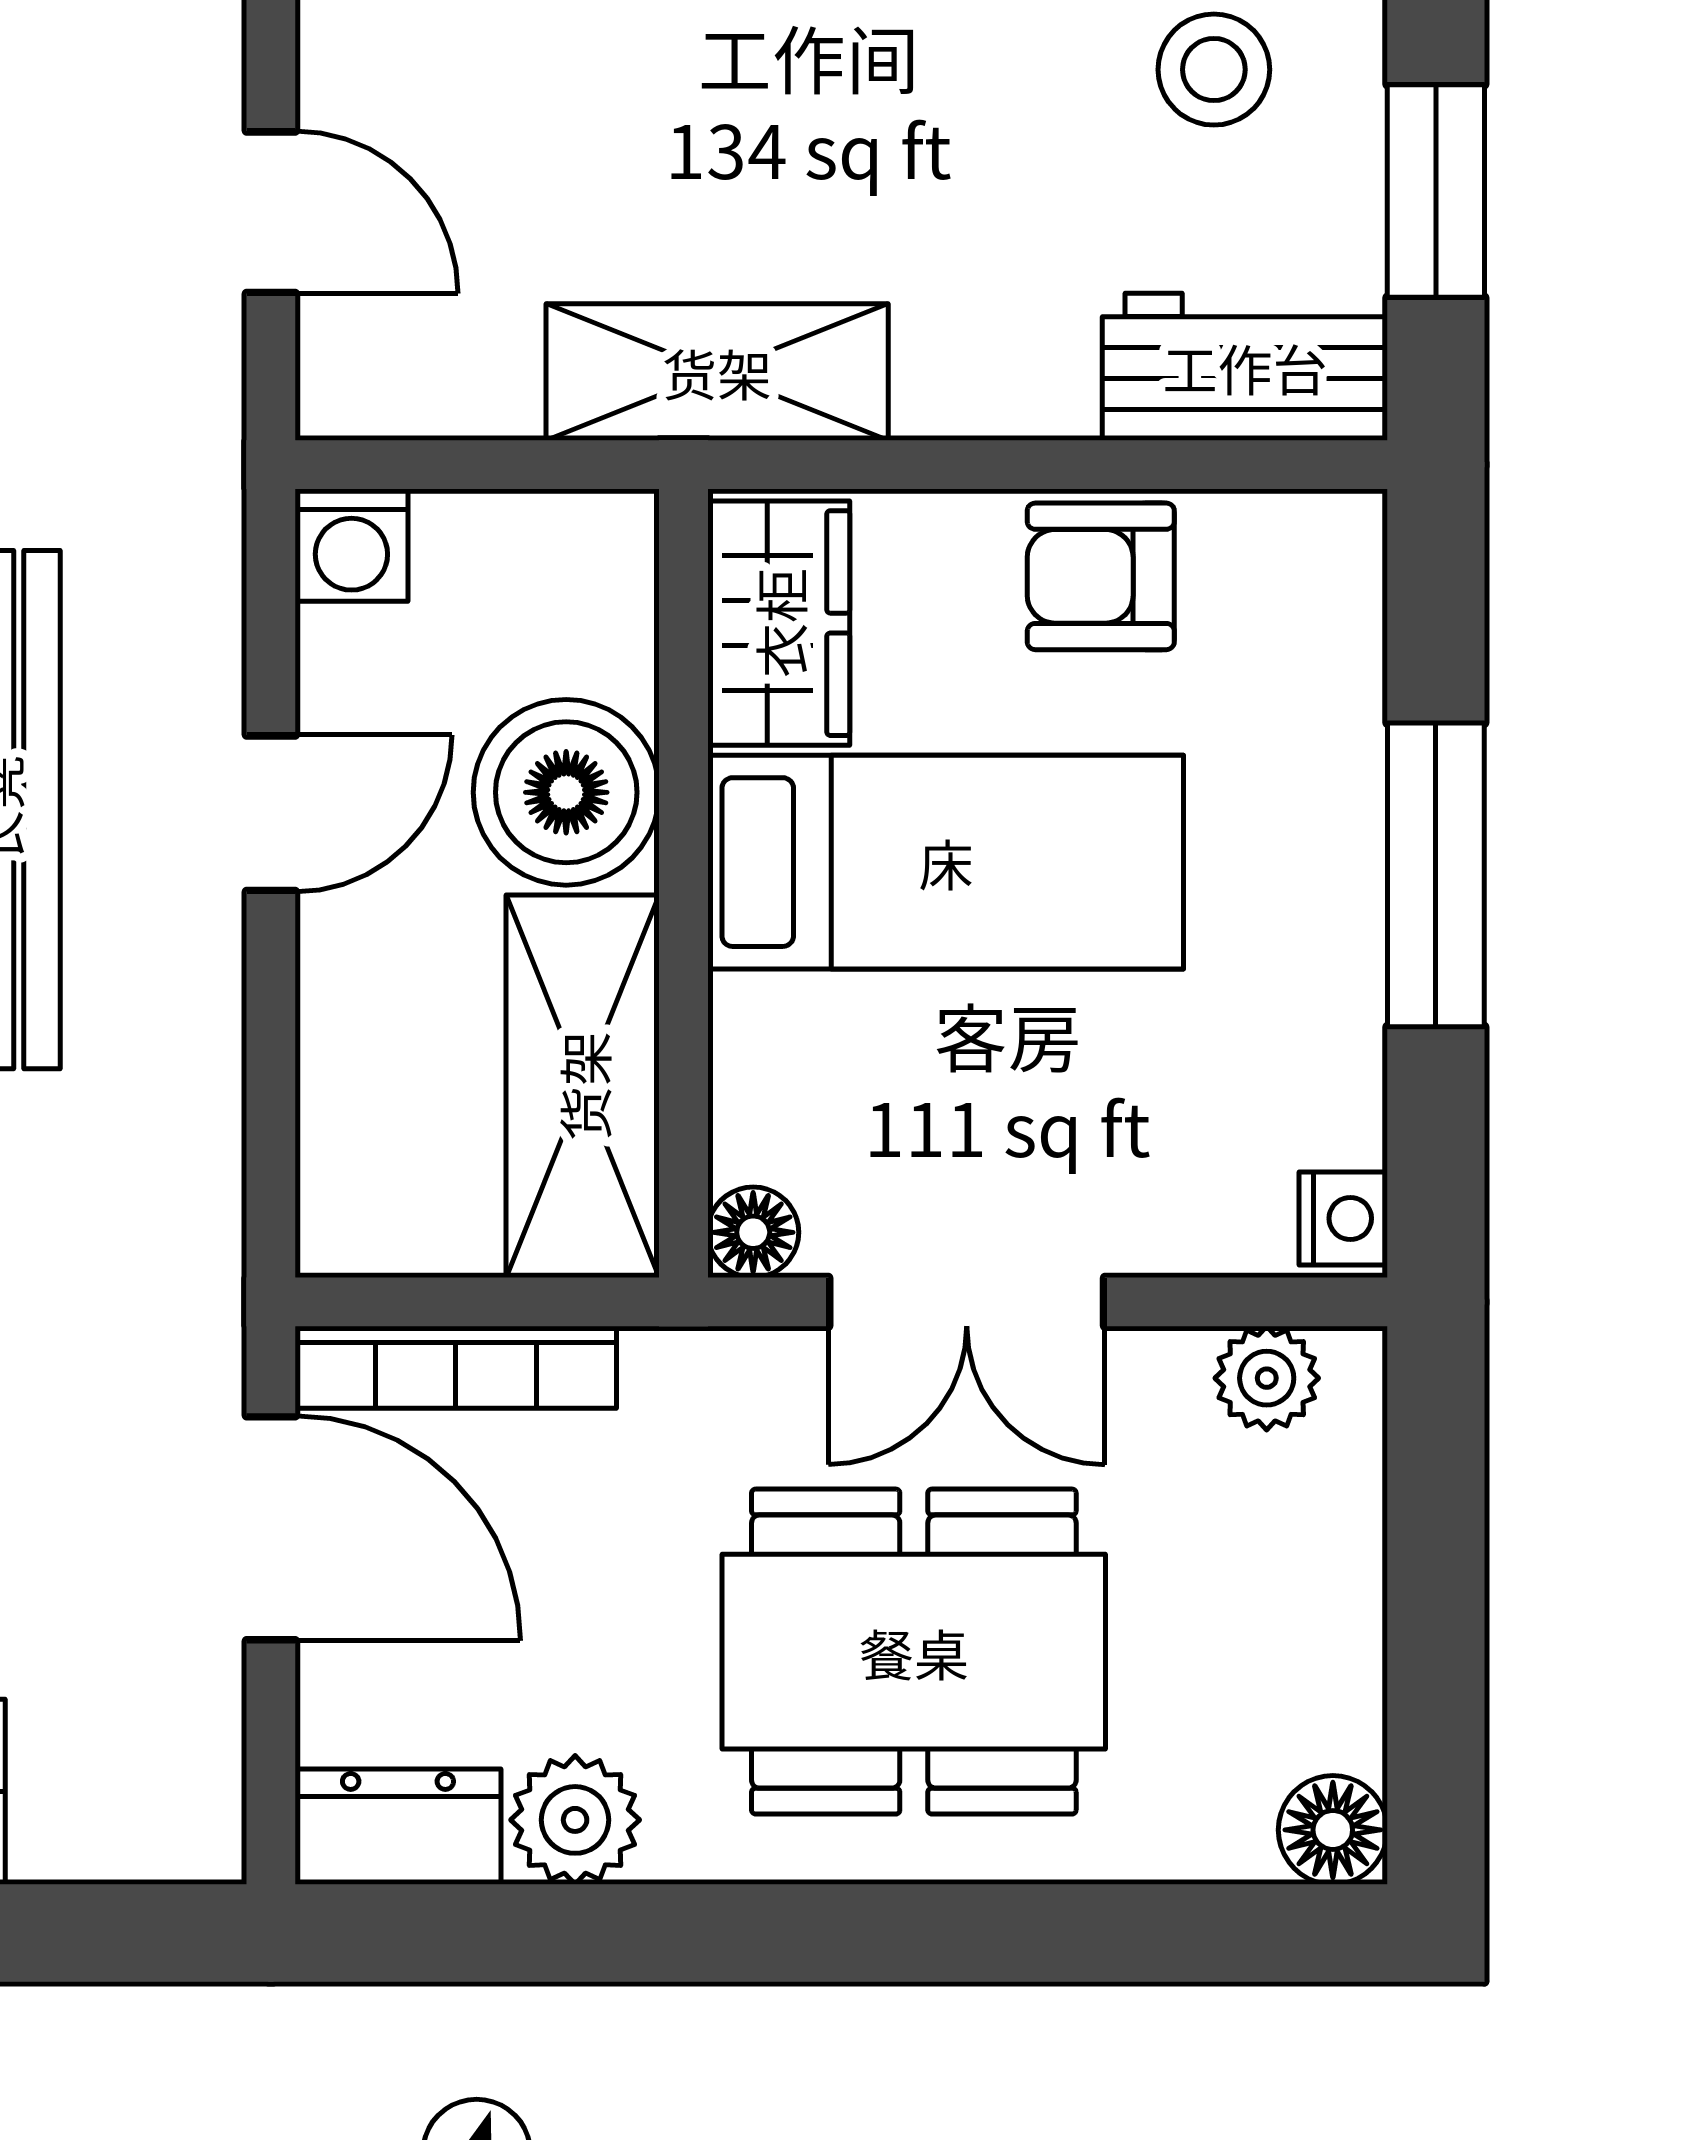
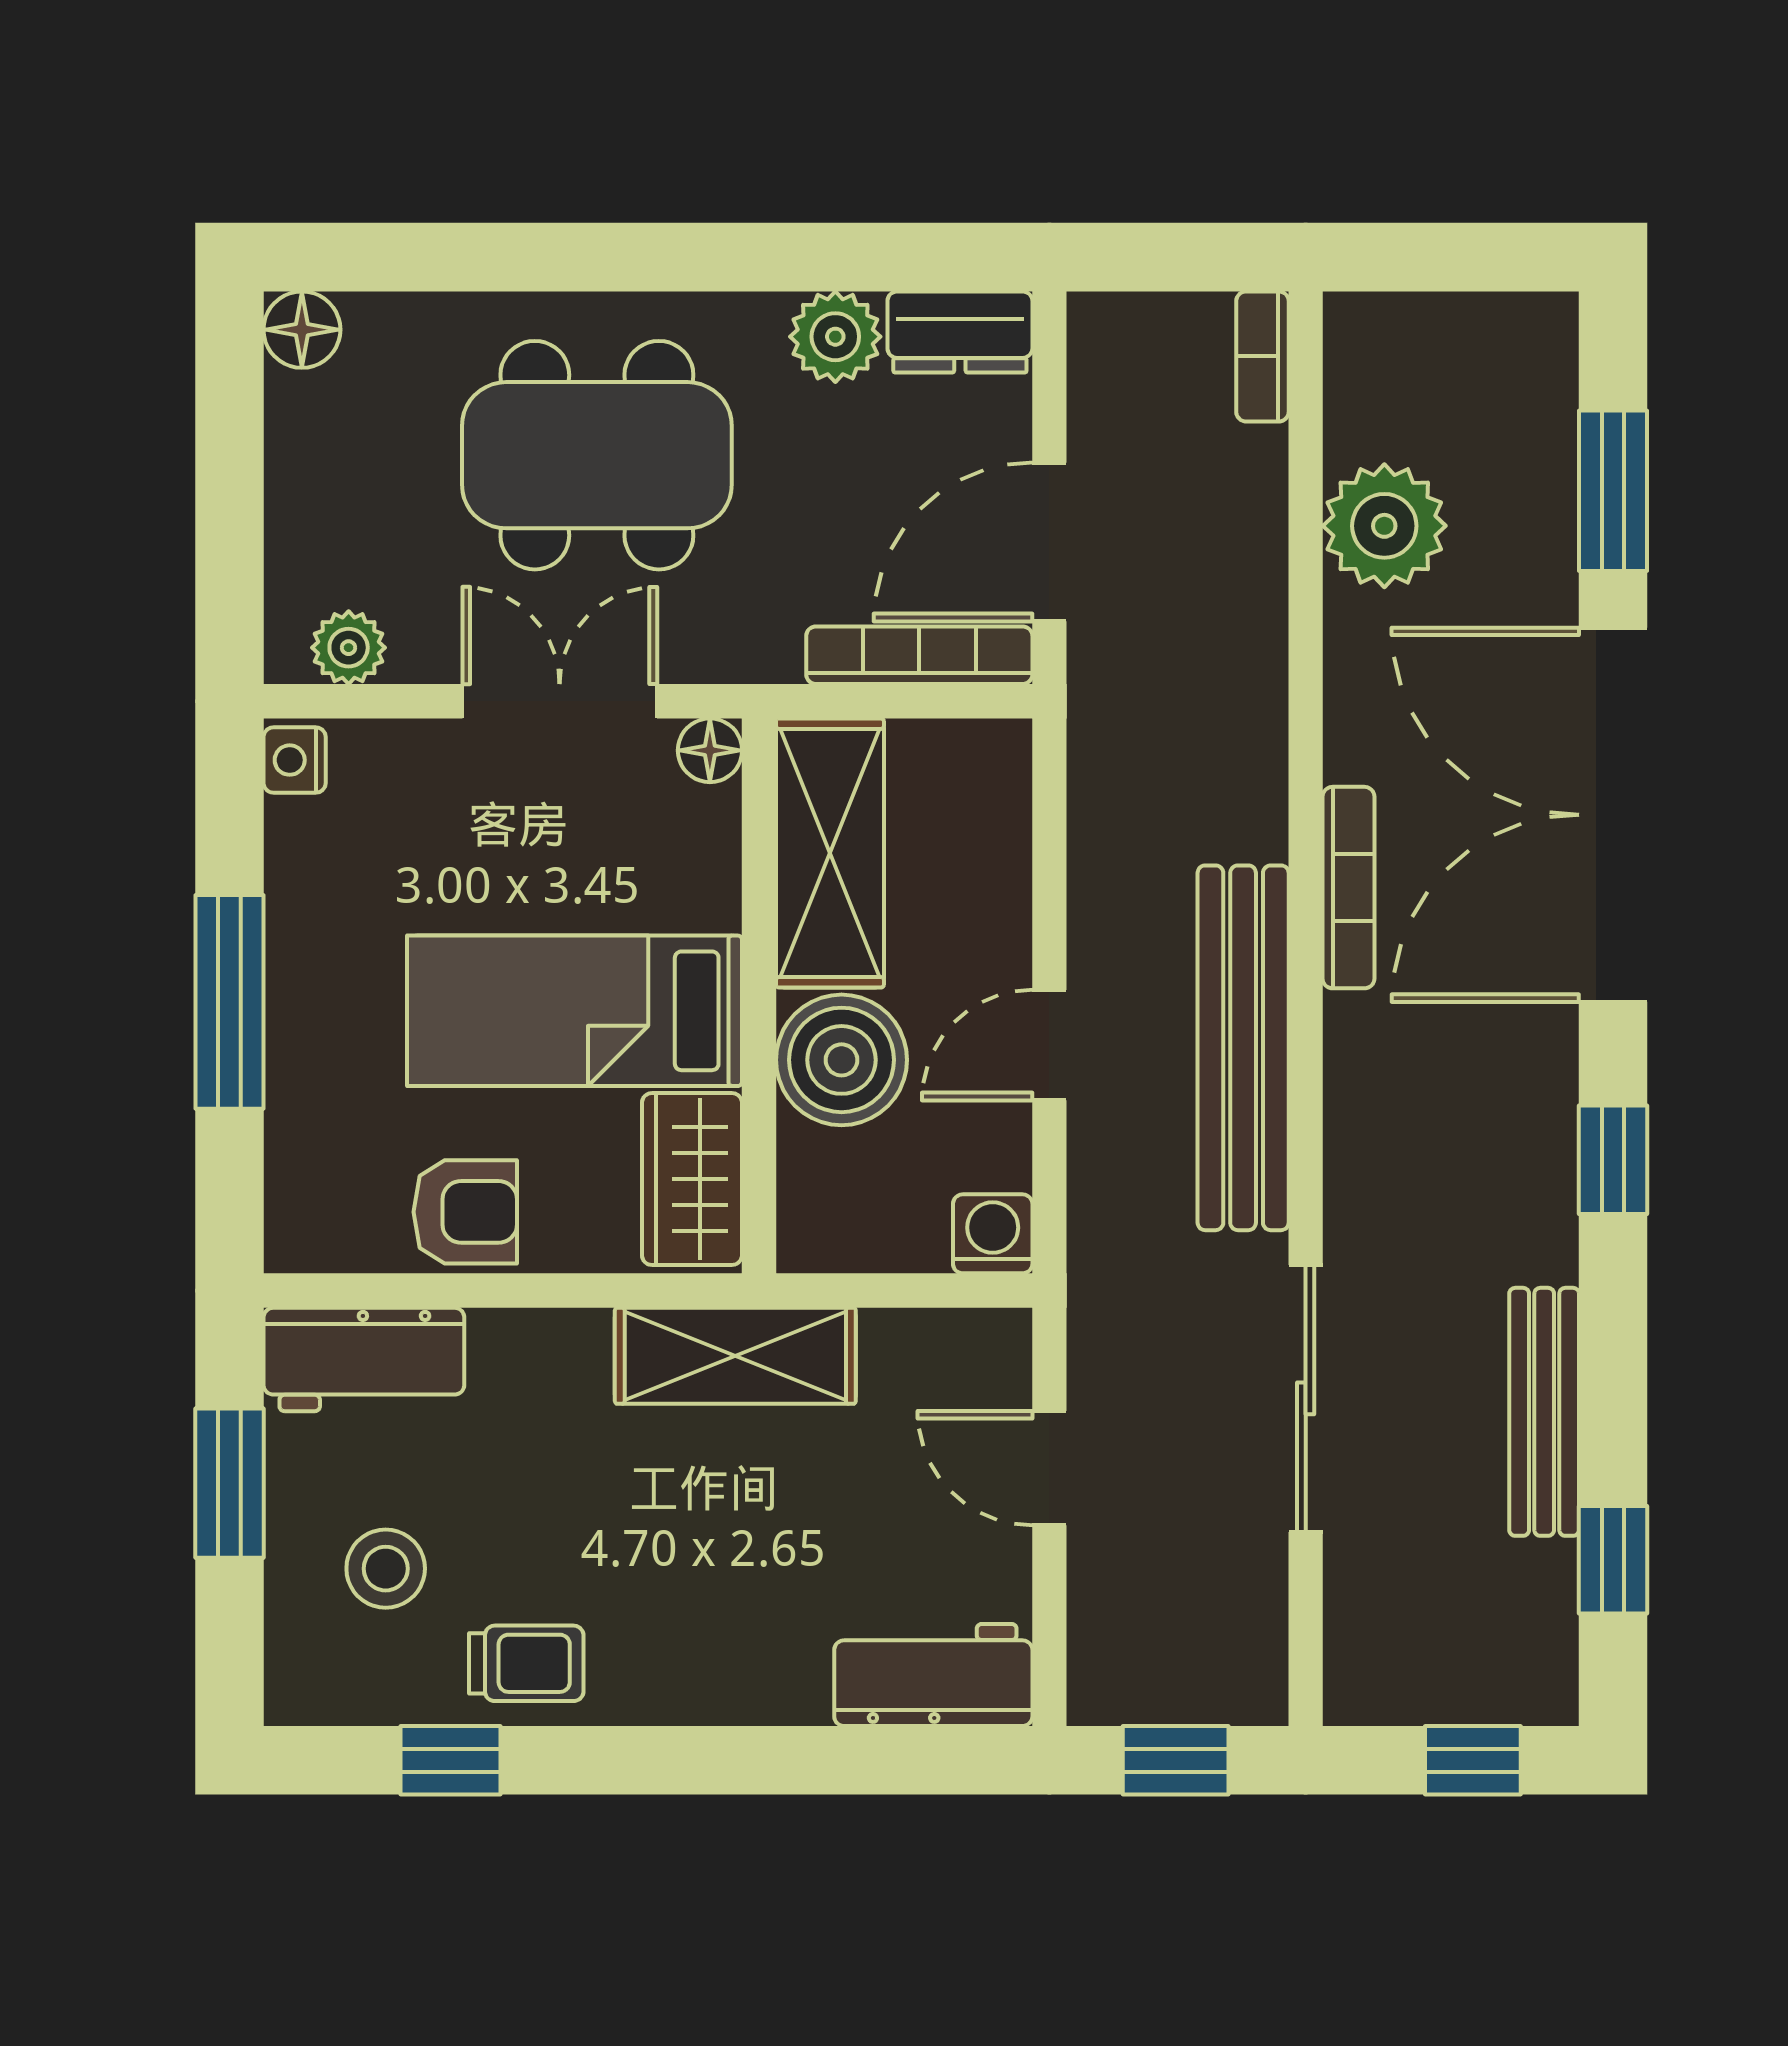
door: (271, 1528) -> (1049, 542), hinge flipped

